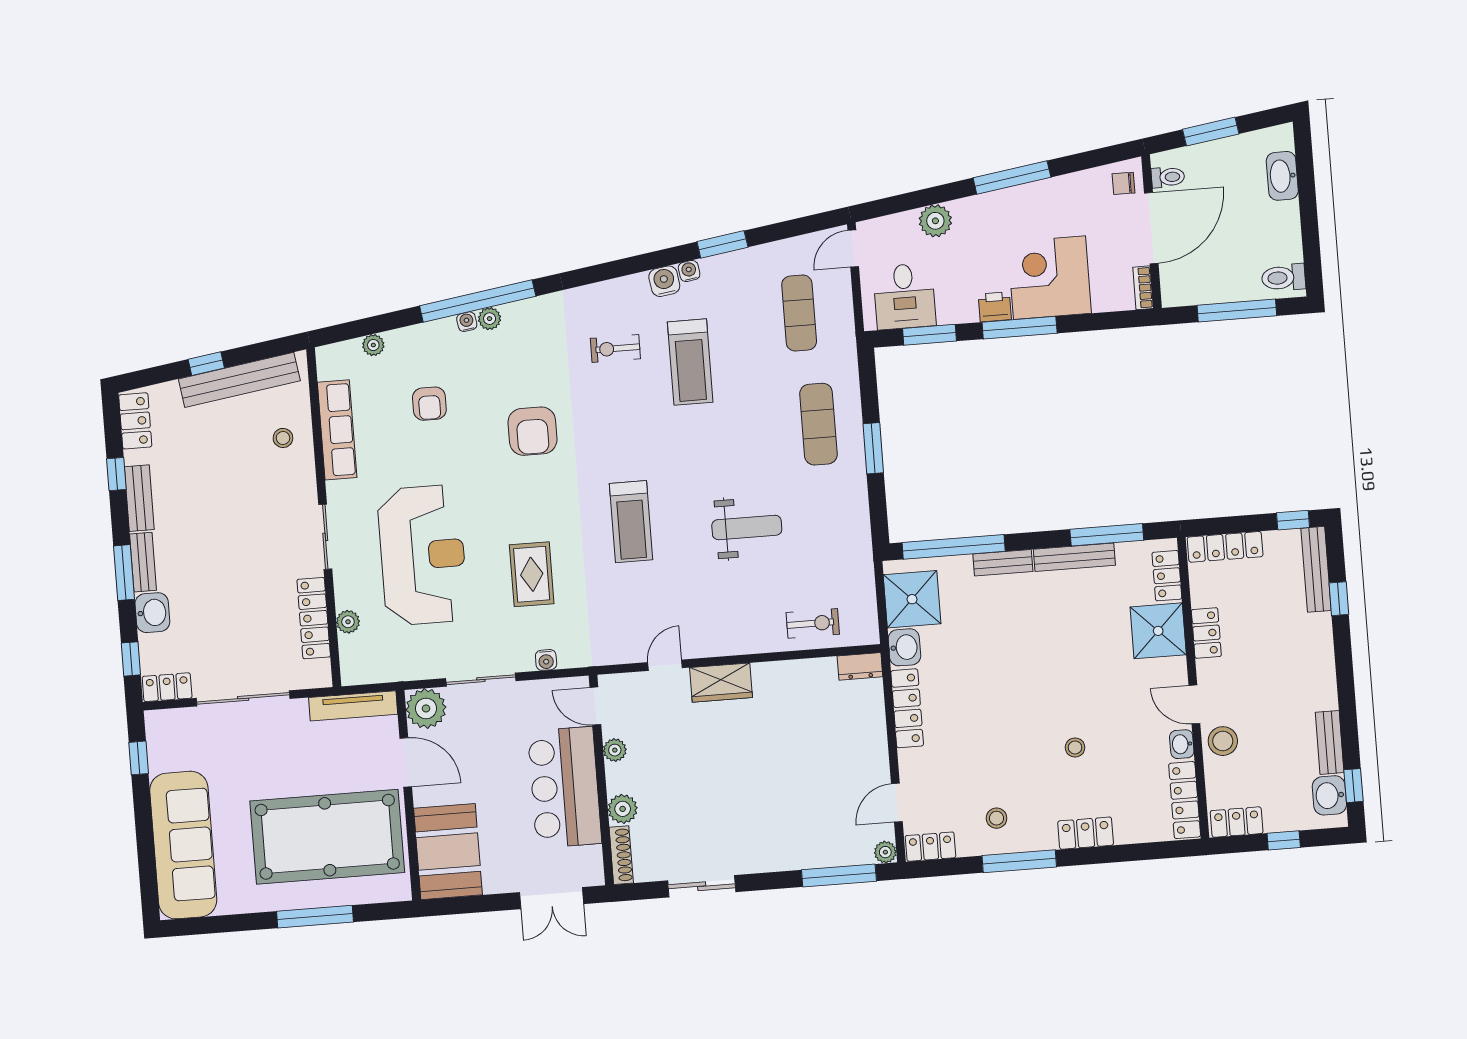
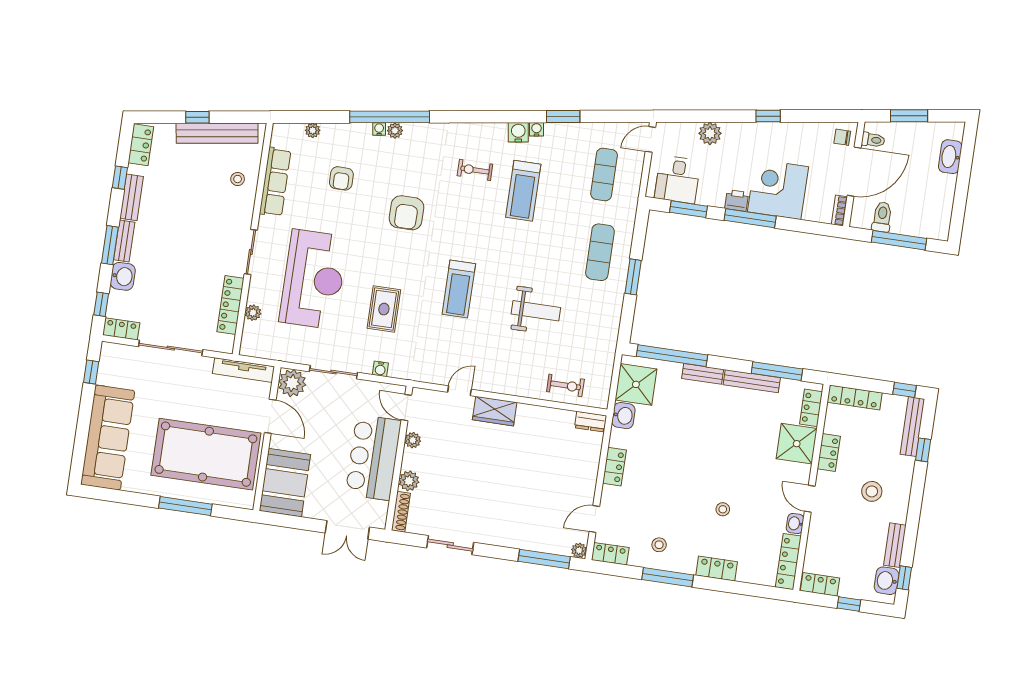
window: (1012, 177) -> (768, 116), width x0.46
toilet: (1284, 278) -> (882, 217), moved, turned 90
locker: (907, 708) -> (614, 467), width x0.66
stool: (1223, 741) -> (872, 491), moved

